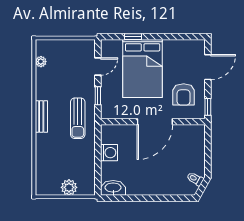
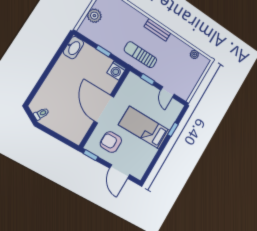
bed: (143, 69) -> (144, 128), width x0.67
washing machine: (109, 153) -> (116, 71), moved
window: (98, 157) -> (103, 51), added

